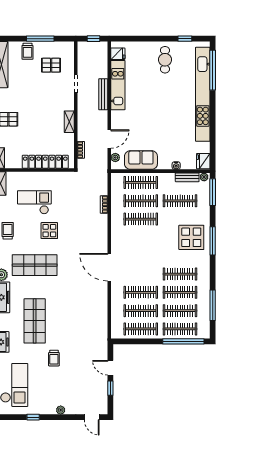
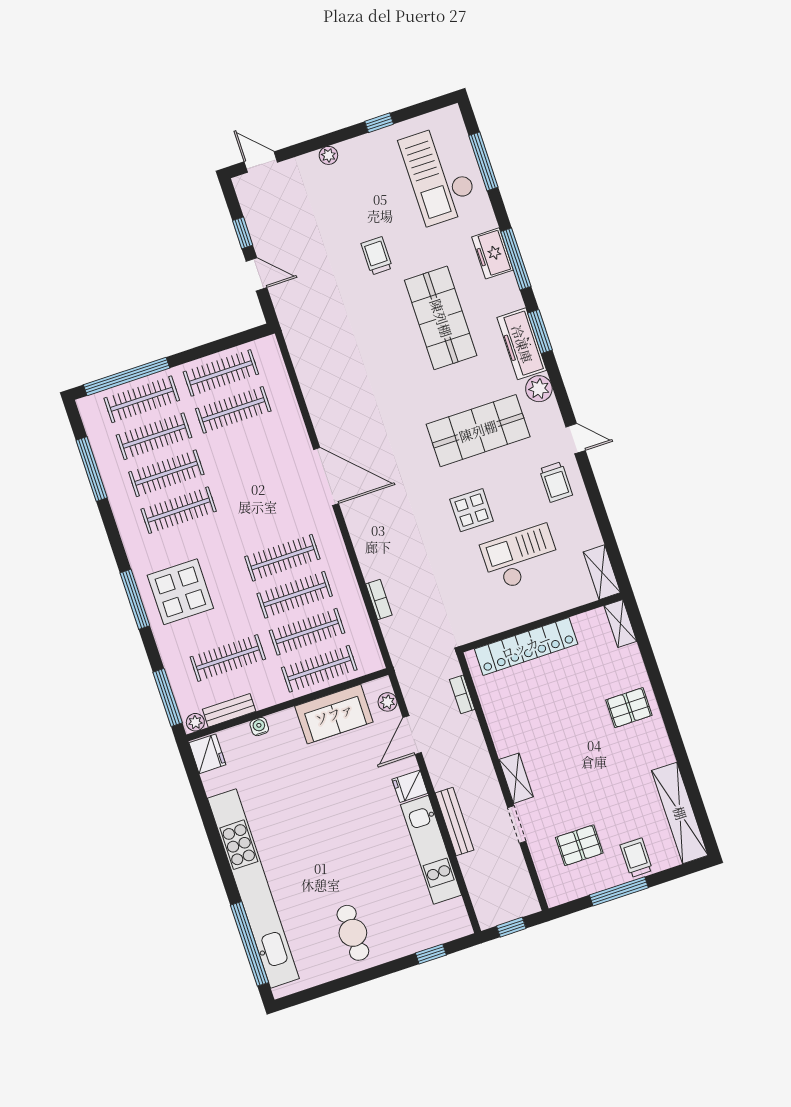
window: (185, 39) -> (431, 954), moved
fridge: (118, 54) -> (410, 786), moved
shelving: (69, 122) -> (516, 778), moved
checkout: (34, 202) -> (521, 557), turned 180
clothes rail: (141, 292) -> (282, 558), moved

